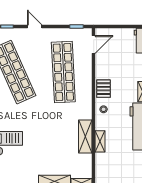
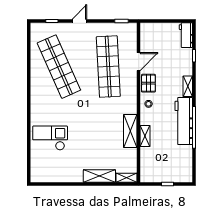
door: (35, 26) -> (79, 21), hinge flipped
door: (94, 44) -> (139, 62), moved

